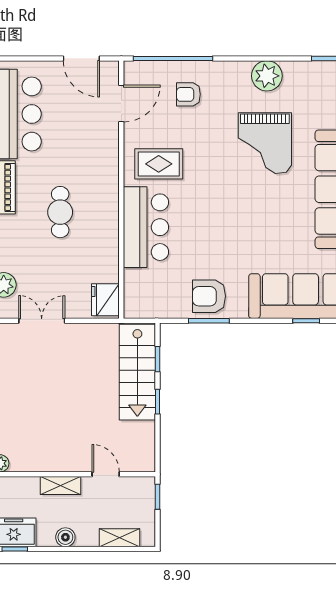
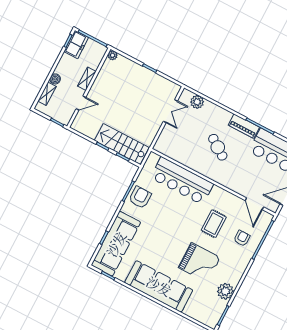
plant: (267, 76) -> (225, 291), moved
grand piano: (265, 143) -> (199, 263), turned 180
rug: (159, 164) -> (214, 224), moved
cafe table: (60, 212) -> (218, 147), turned 35
bar counter: (146, 227) -> (182, 181), width x1.36
fridge: (105, 300) -> (164, 147), removed
boiler: (65, 537) -> (55, 79), moved

